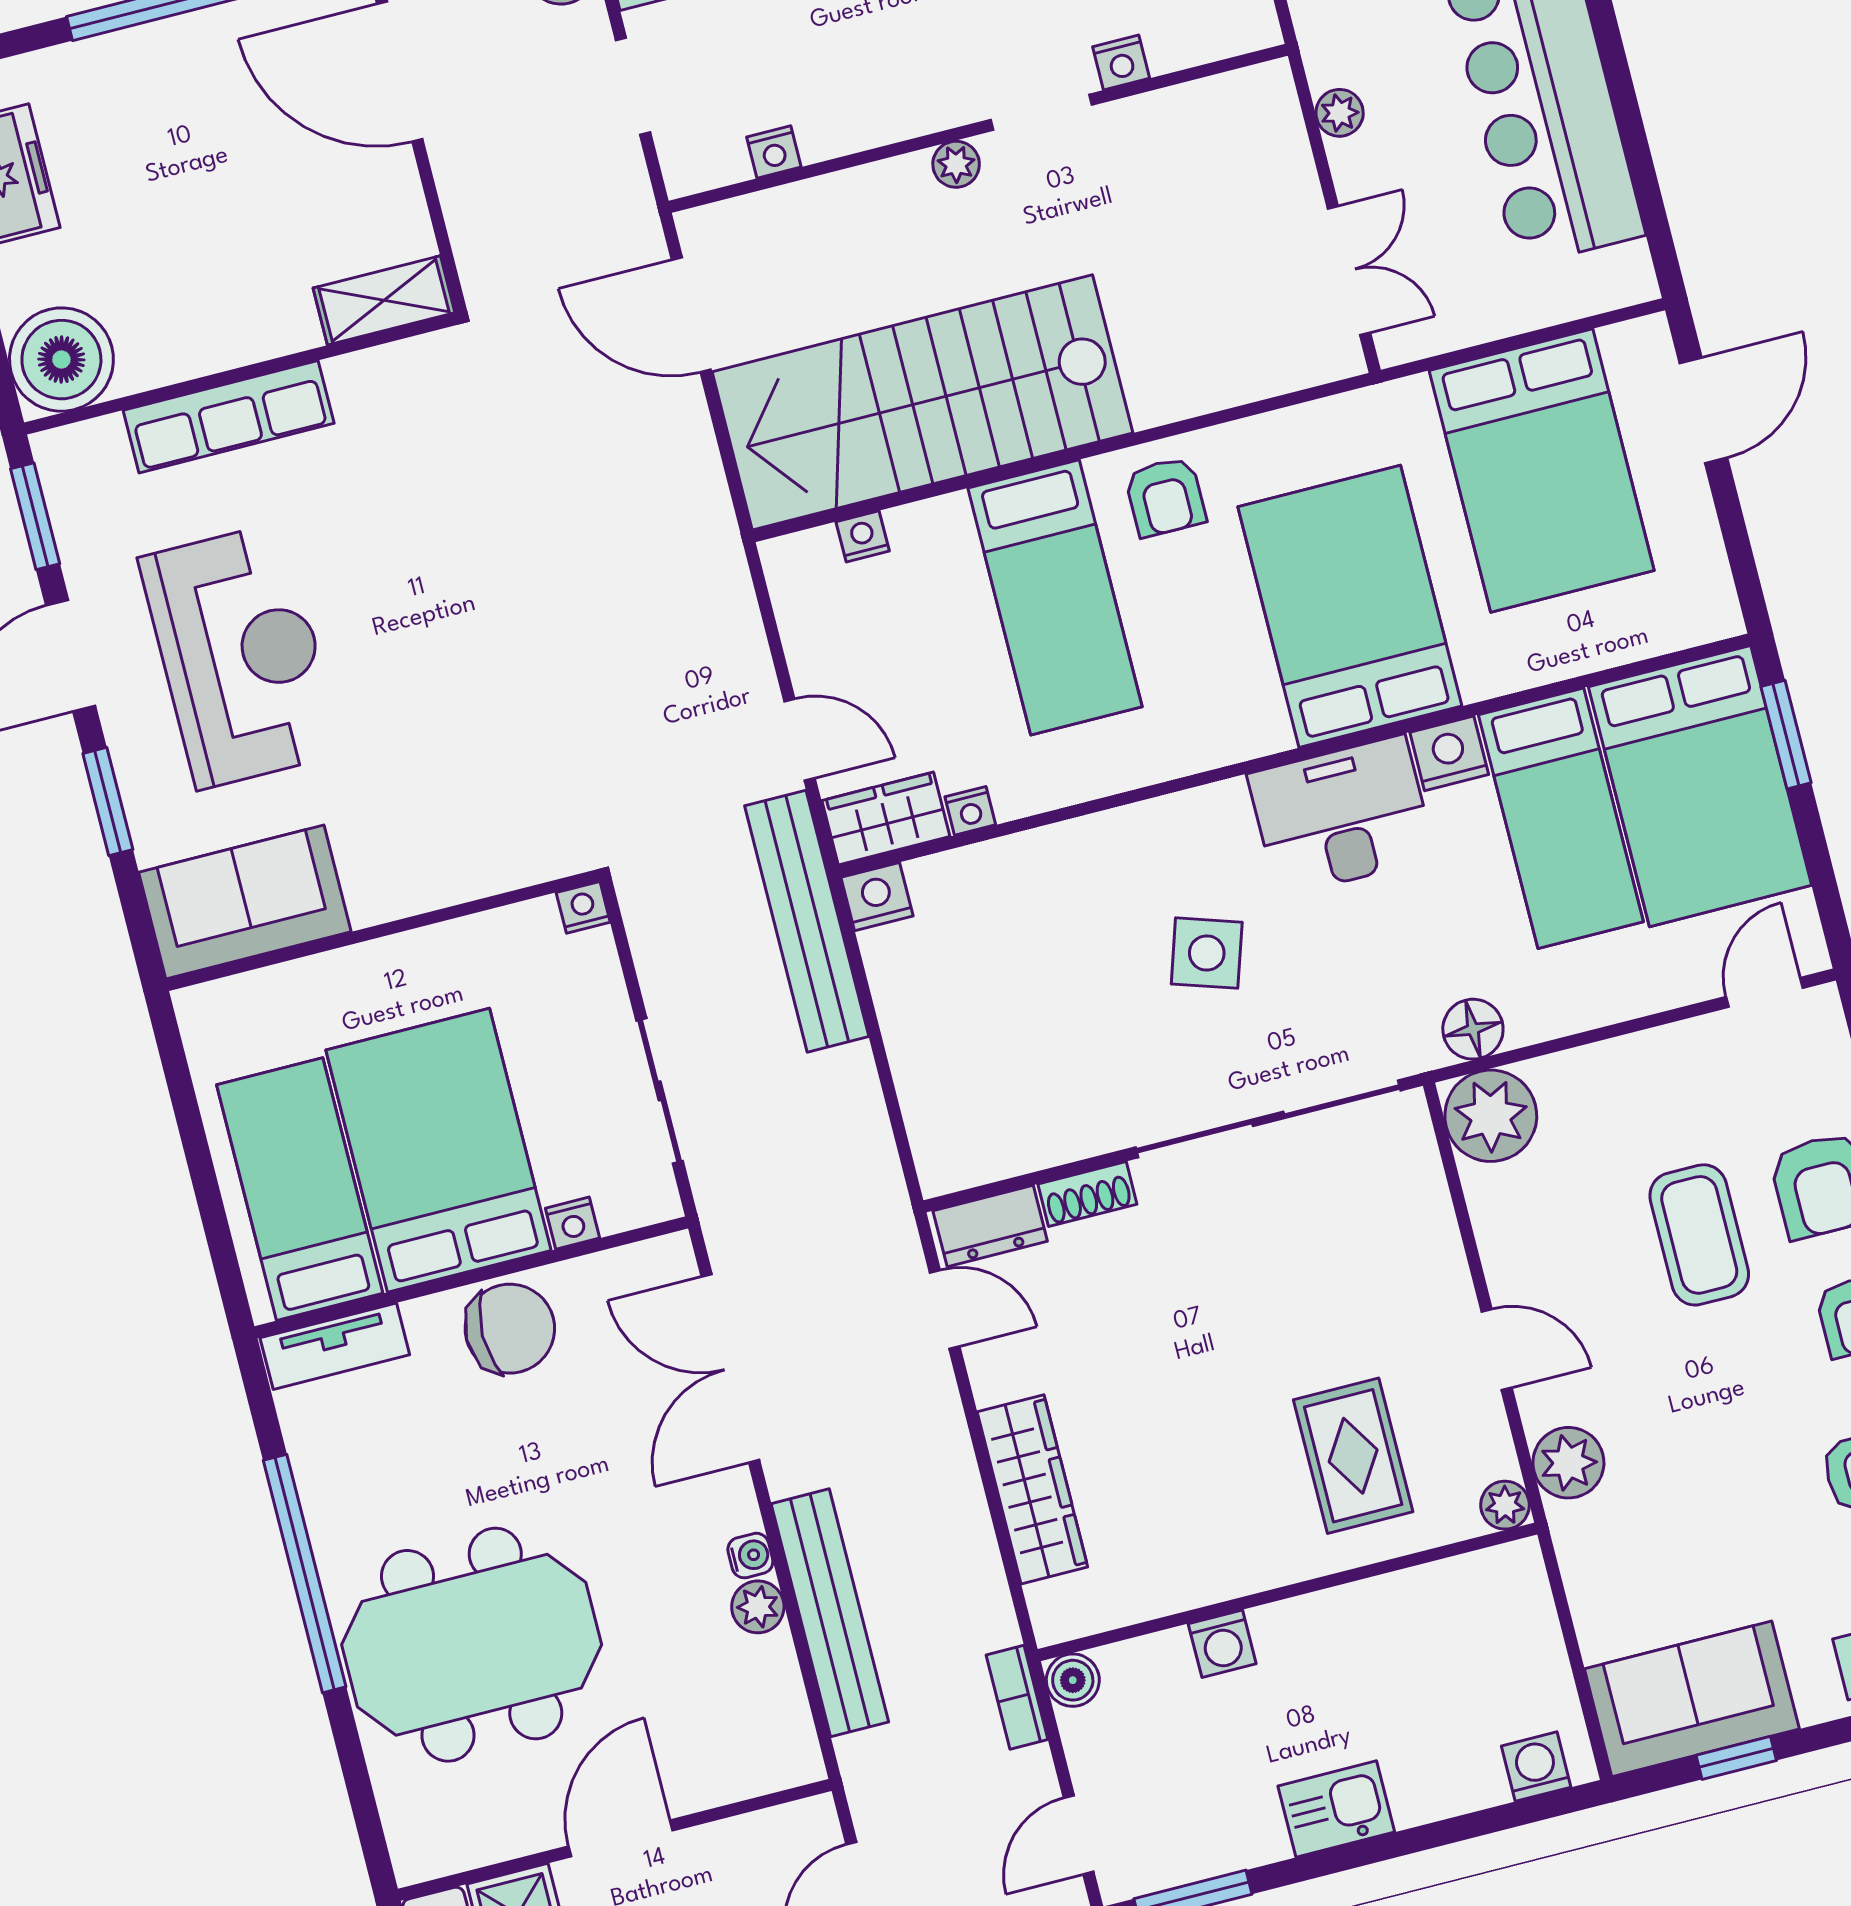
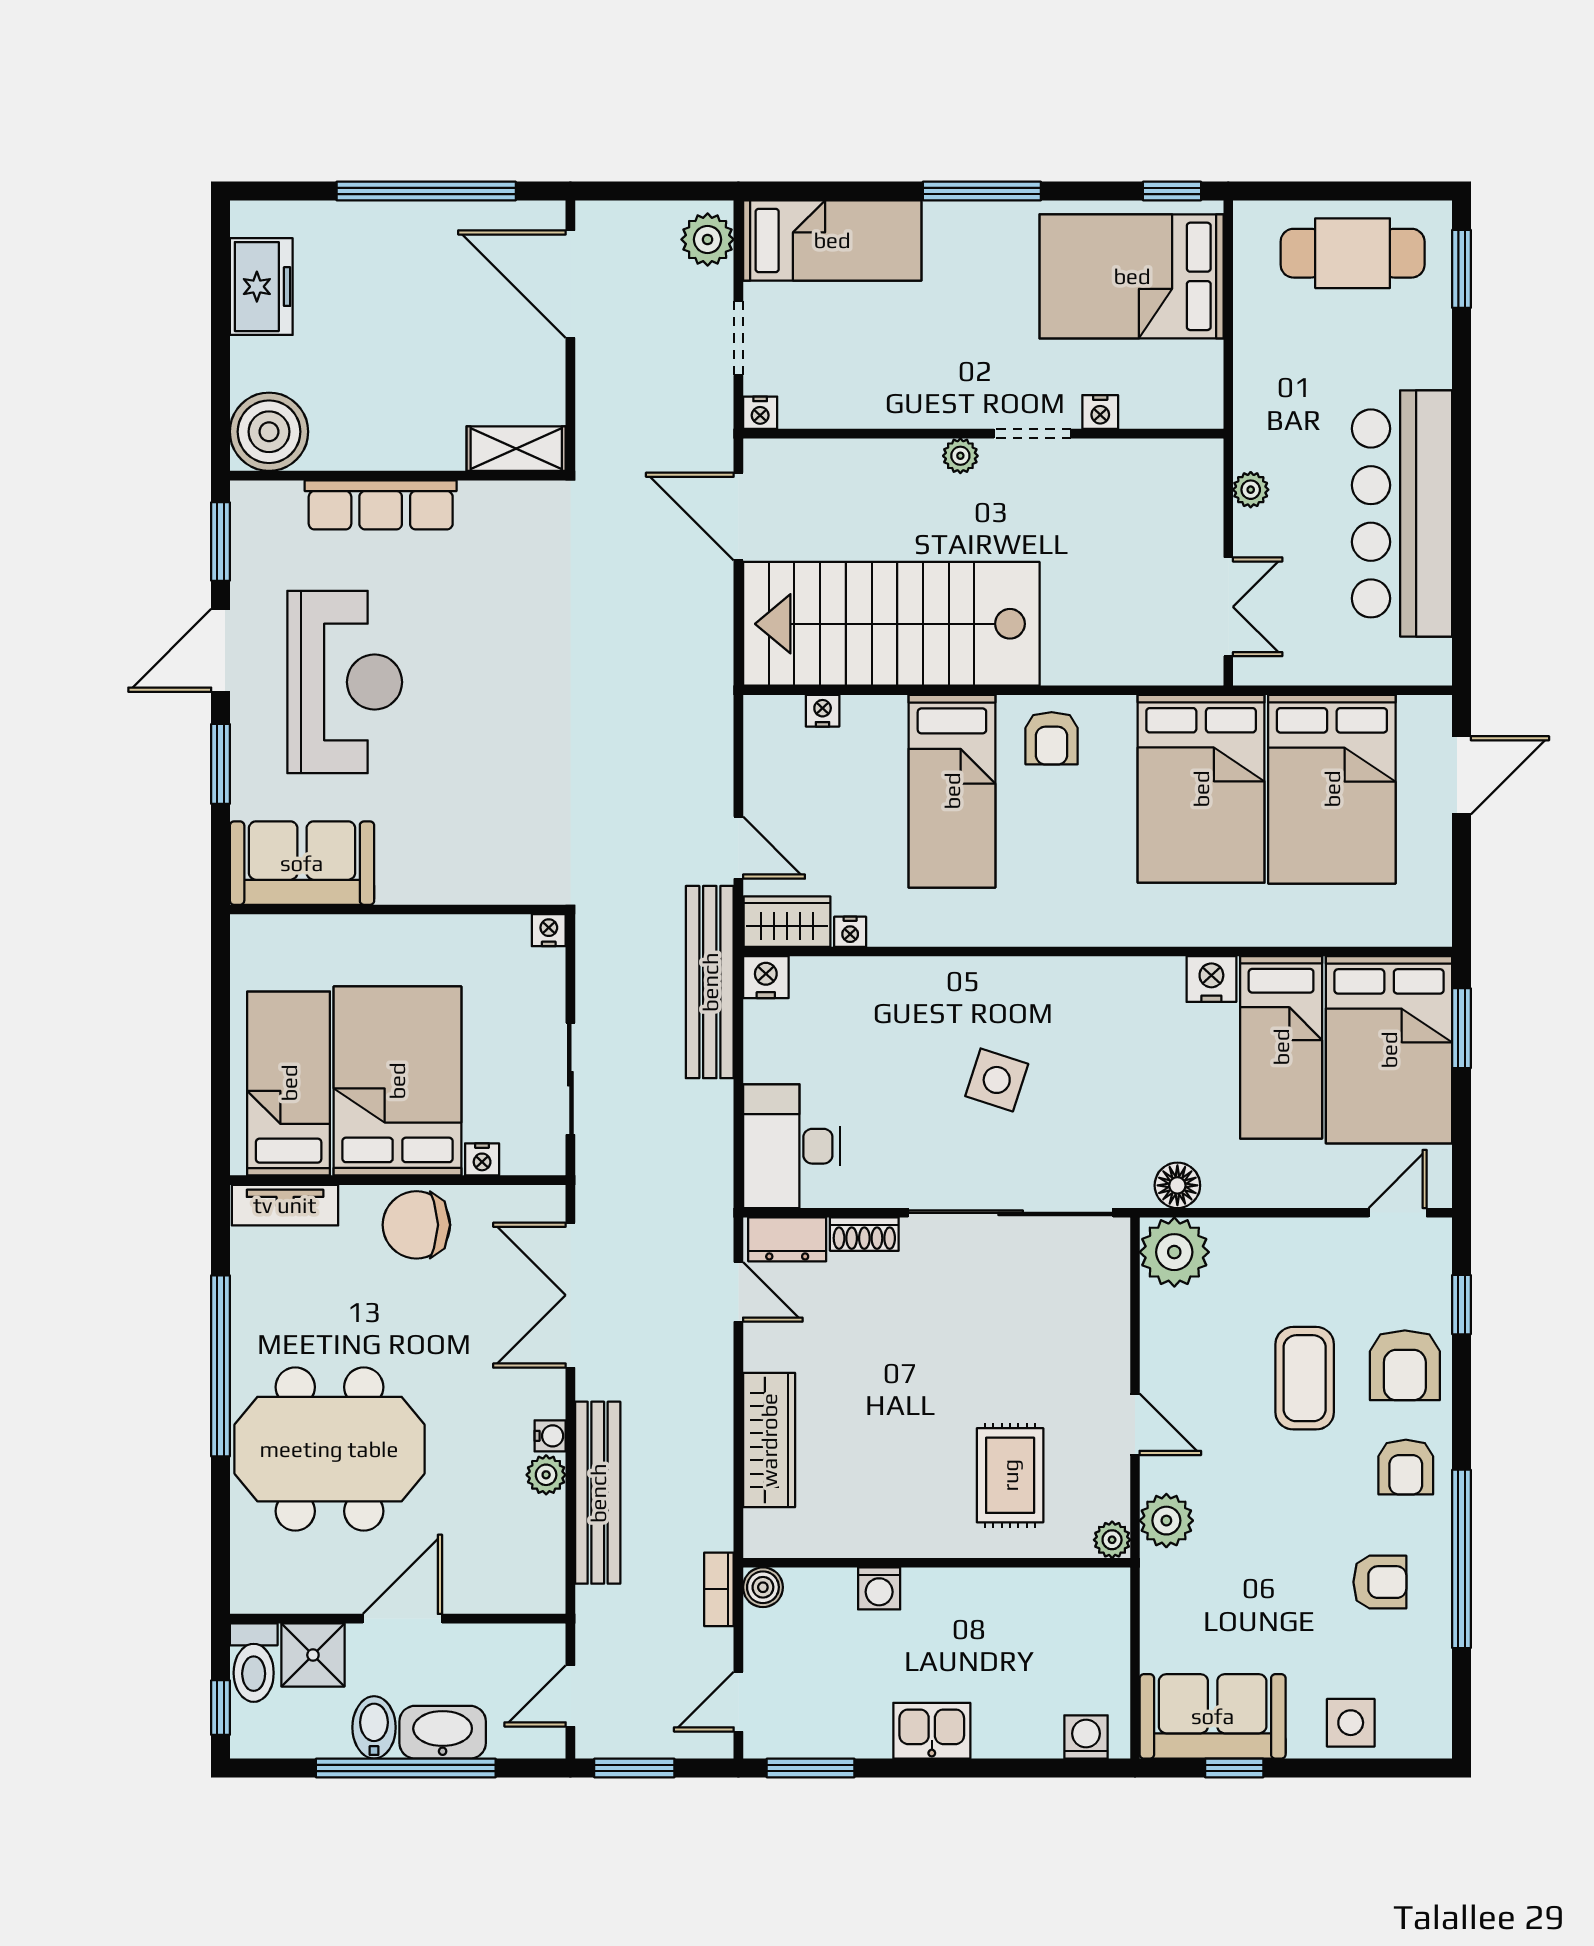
nightstand: (774, 152) -> (760, 413), moved
bed: (1350, 606) -> (1201, 789), moved, turned 180
desk: (1342, 816) -> (792, 1146), moved, turned -90
chair: (510, 1329) -> (416, 1225), turned 180

